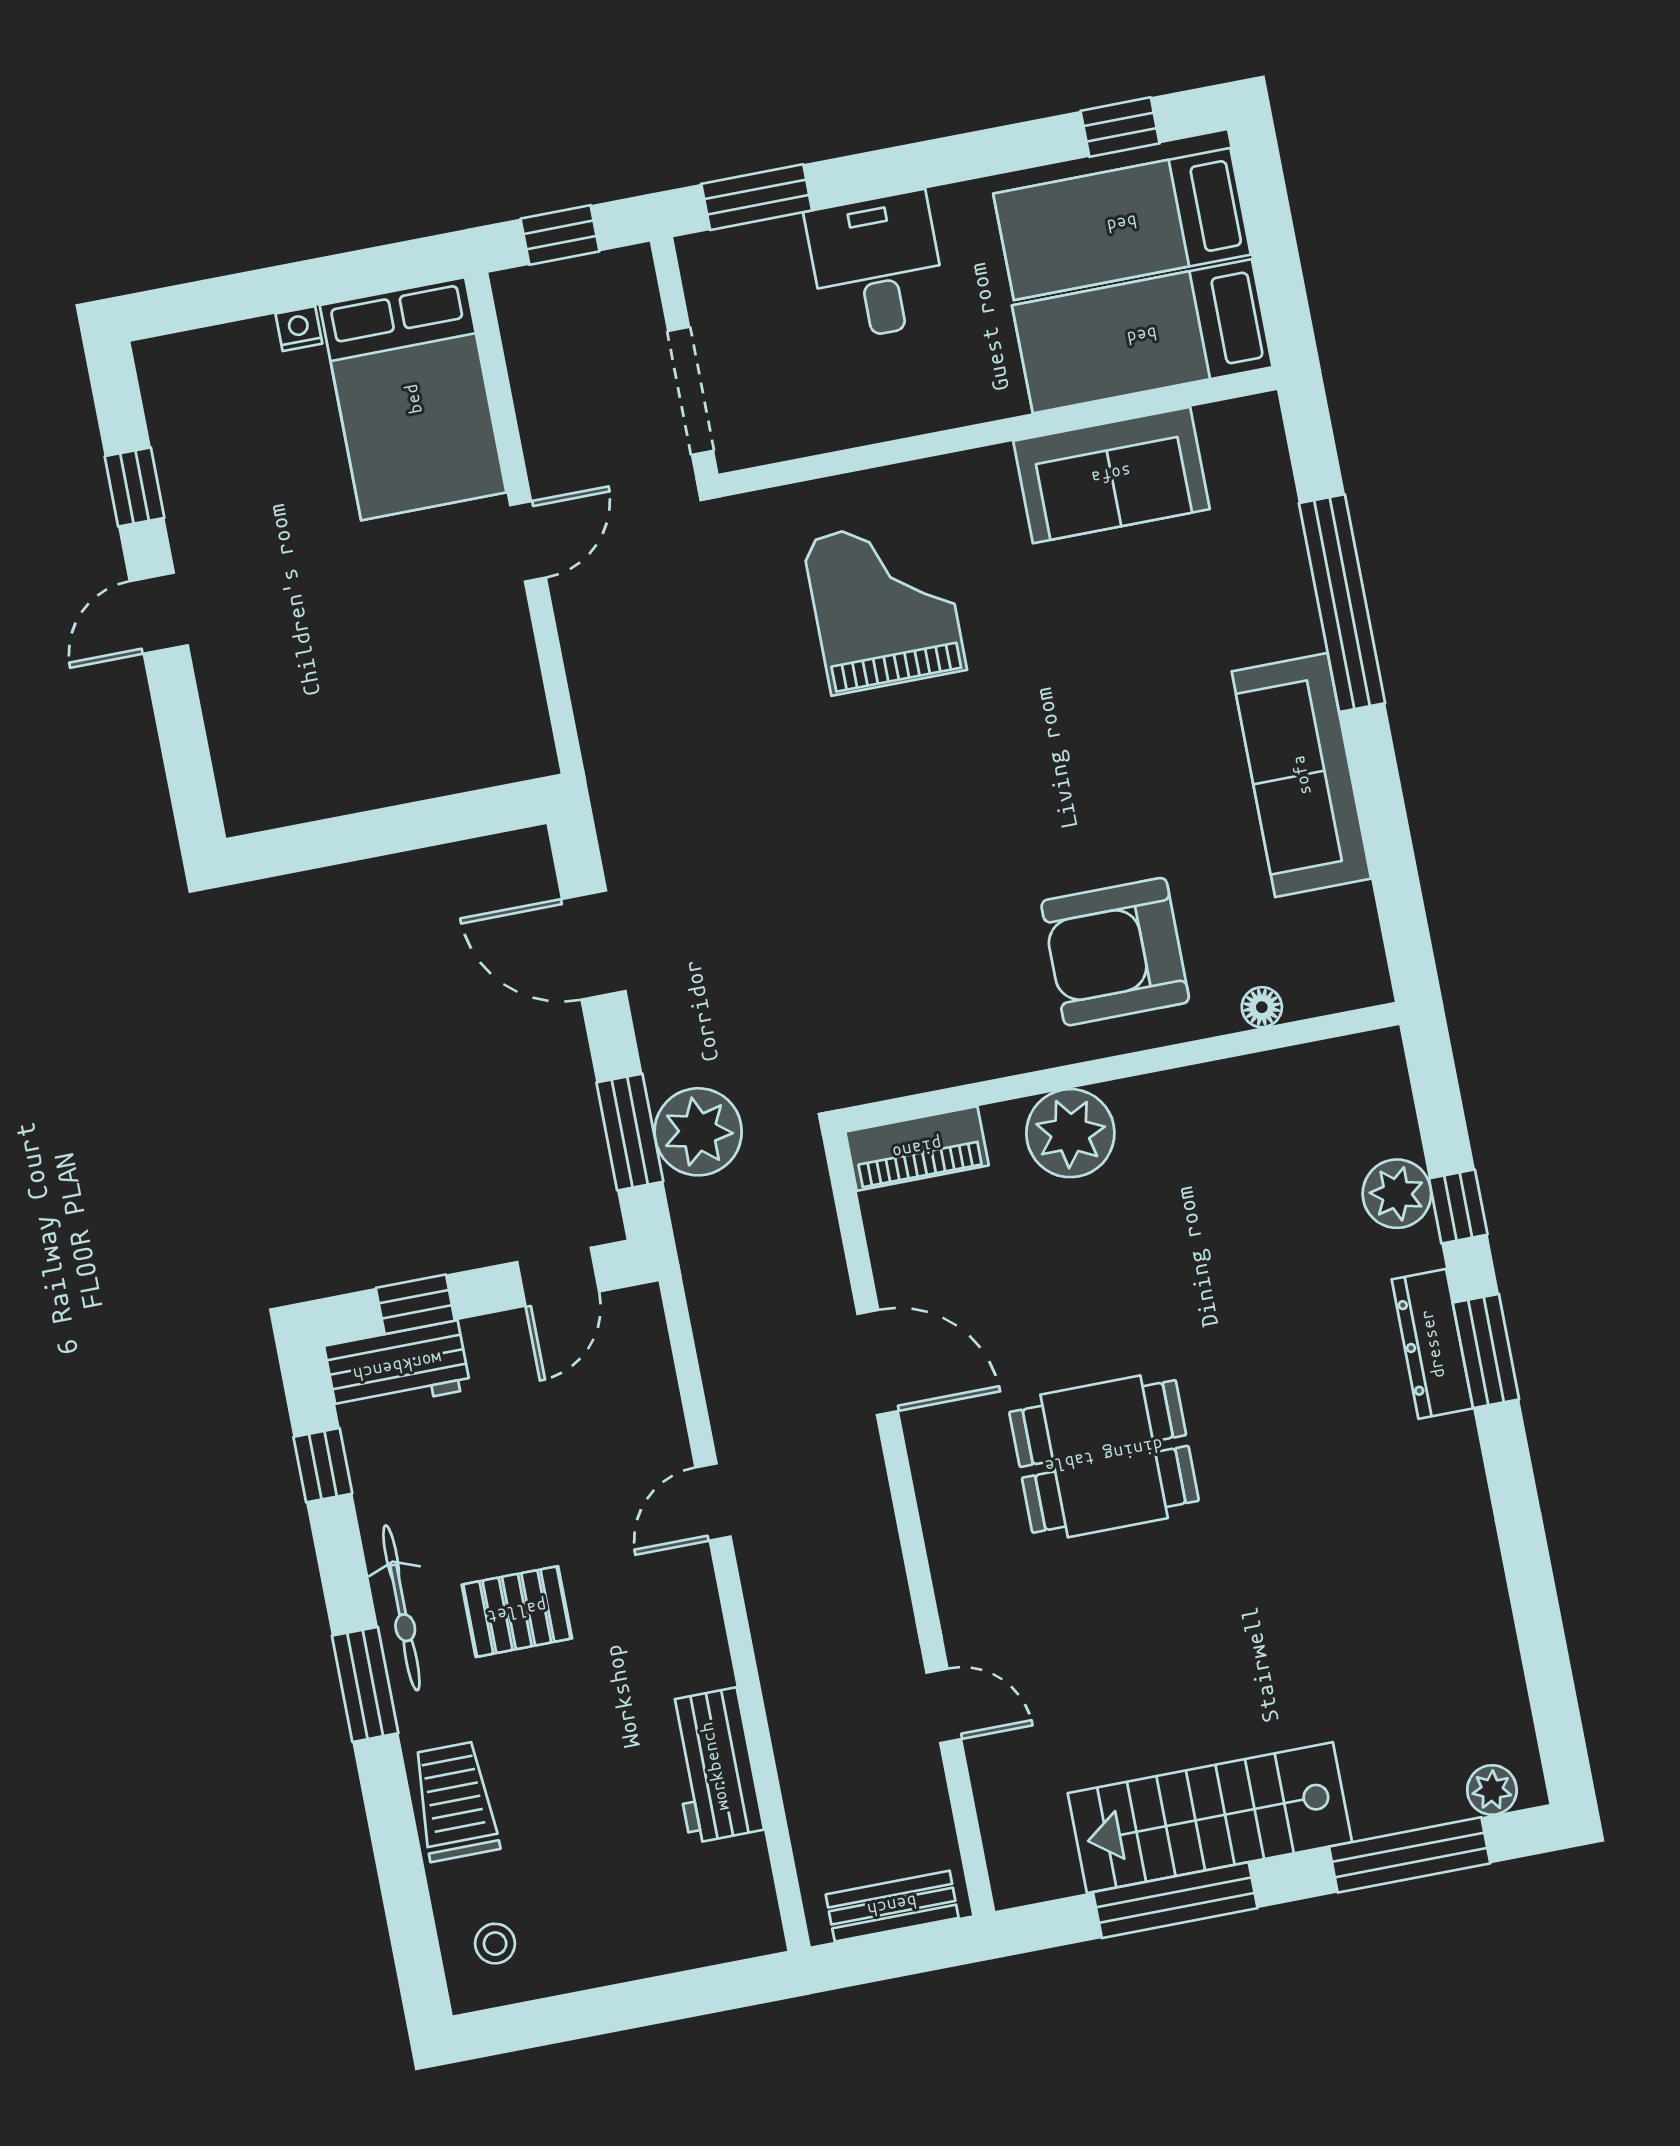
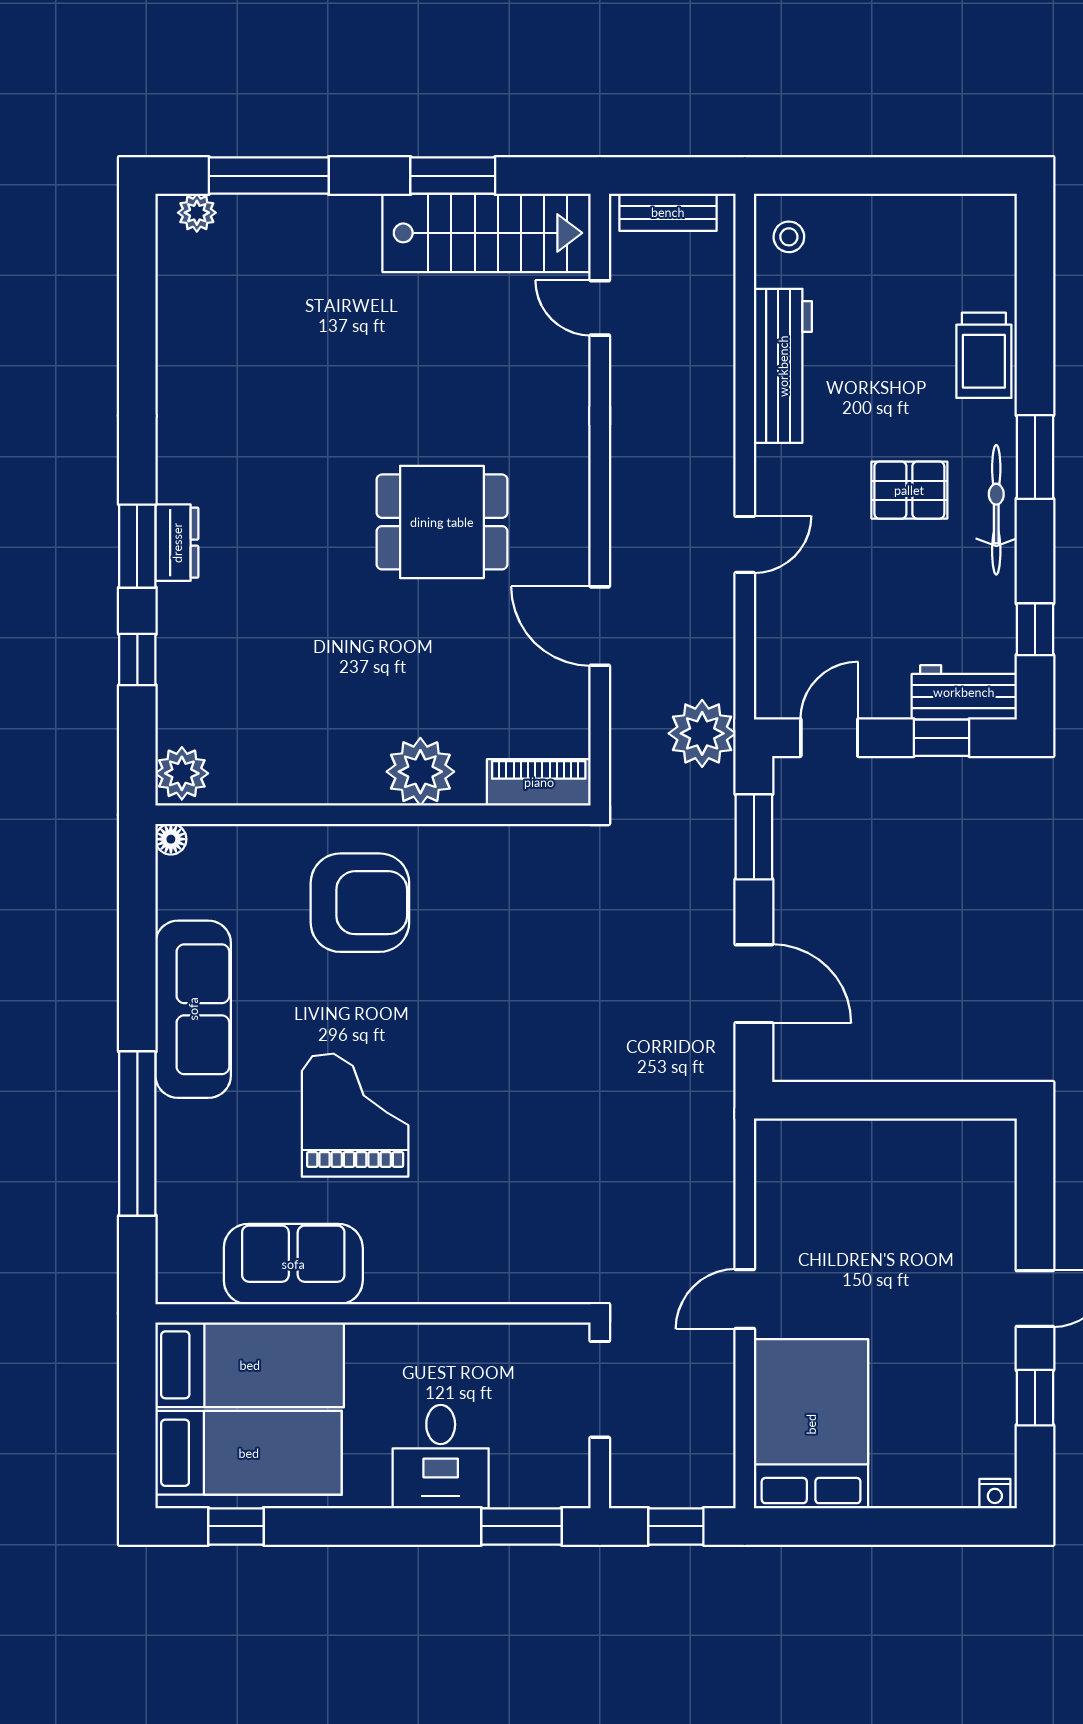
nightstand: (299, 329) -> (995, 1494), moved
grand piano: (884, 605) -> (355, 1115), moved, turned 180
floor lamp: (1262, 1007) -> (171, 839), moved
plant: (698, 1132) -> (702, 733), moved
plant: (1397, 1194) -> (182, 773), moved
dresser: (1432, 1344) -> (177, 543), width x0.70
door: (944, 1706) -> (600, 308), moved
workbench: (714, 1766) -> (783, 366), width x1.38
stairs: (1210, 1818) -> (487, 233), moved
window: (1175, 1900) -> (453, 176), width x0.69
stool: (495, 1944) -> (789, 237), moved

